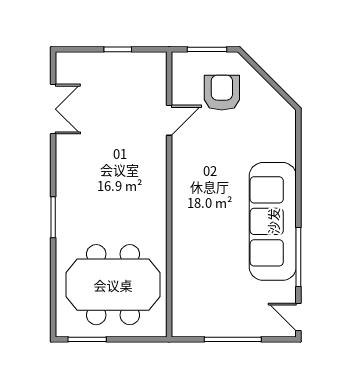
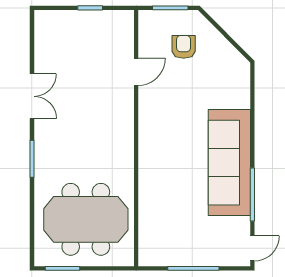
armchair: (222, 93) -> (184, 47), width x0.72, depth x0.72
double door: (53, 109) -> (32, 96), moved
door: (298, 317) -> (252, 248), swing flipped

